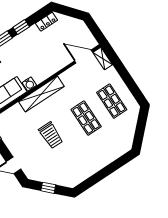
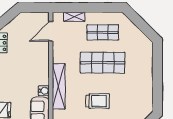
shelving: (103, 59) -> (74, 17), moved
shop shelf: (86, 118) -> (103, 63), width x1.43, depth x1.36

